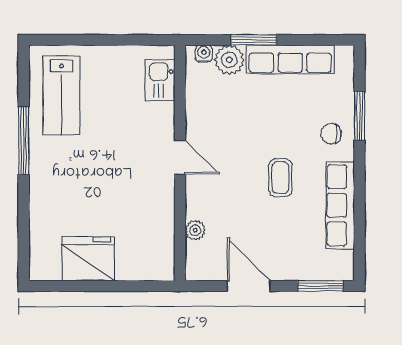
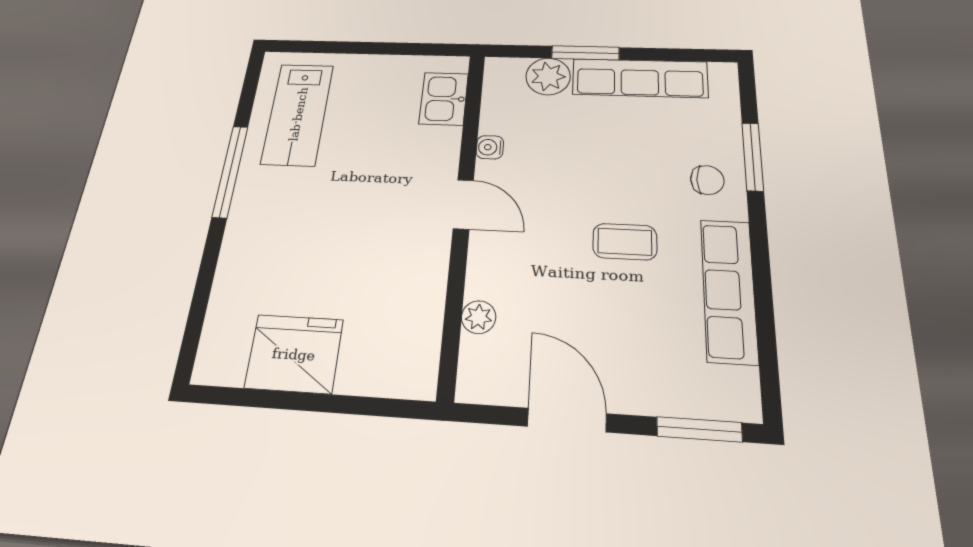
water cooler: (204, 54) -> (490, 147), moved, turned -90
chair: (331, 134) -> (707, 180), turned 180
coffee table: (280, 178) -> (625, 242), turned 90

